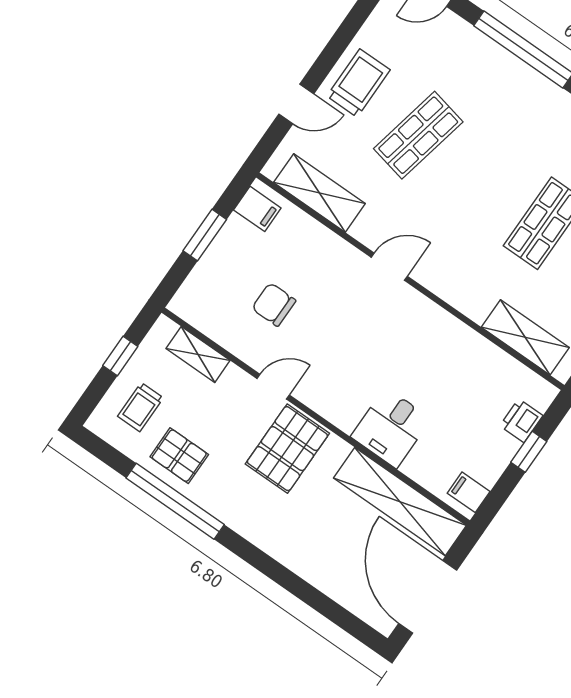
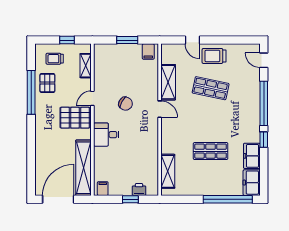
trolley: (358, 83) -> (214, 56), turned 180
shelving: (319, 193) -> (168, 82), moved
chair: (274, 304) -> (126, 104), moved, turned 119
door: (273, 387) -> (92, 98), swing flipped
desk: (391, 428) -> (106, 135), moved

